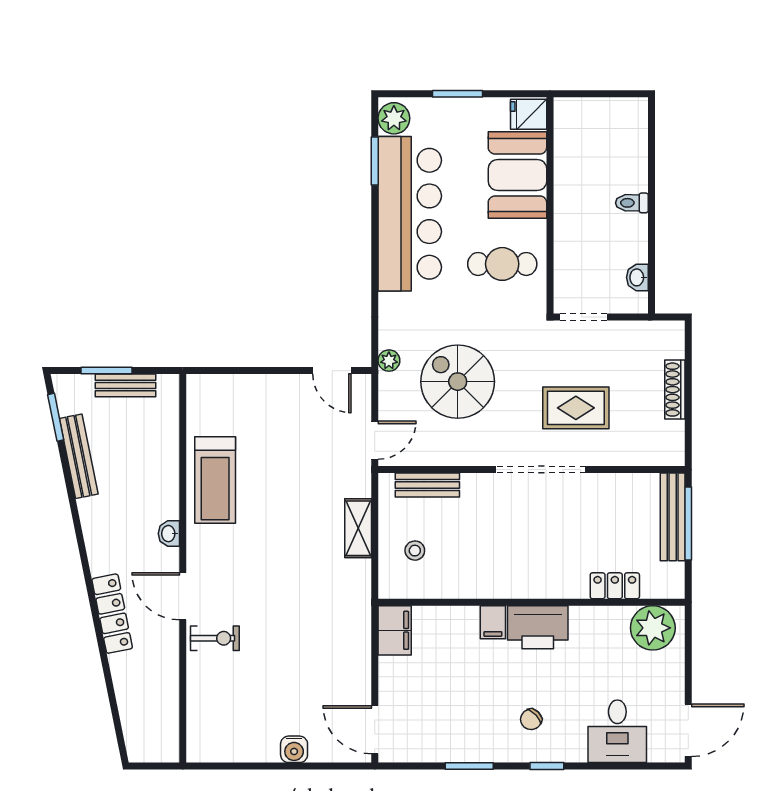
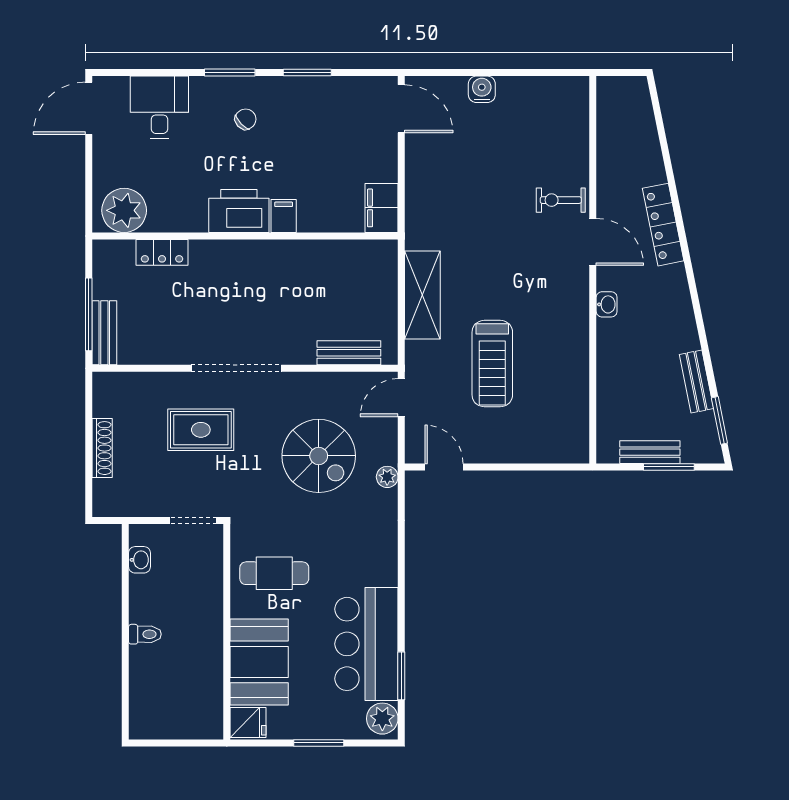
bar counter: (410, 214) -> (366, 644), width x0.73
bench: (79, 456) -> (697, 382), width x0.73
treadmill: (215, 480) -> (492, 364), moved, turned 180
bench: (673, 517) -> (104, 333), width x0.73
shelving: (358, 528) -> (422, 295), width x1.50, depth x1.33
stool: (415, 551) -> (361, 287), removed
window: (547, 766) -> (230, 73), width x1.50

